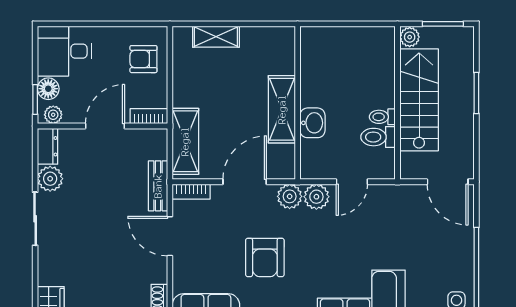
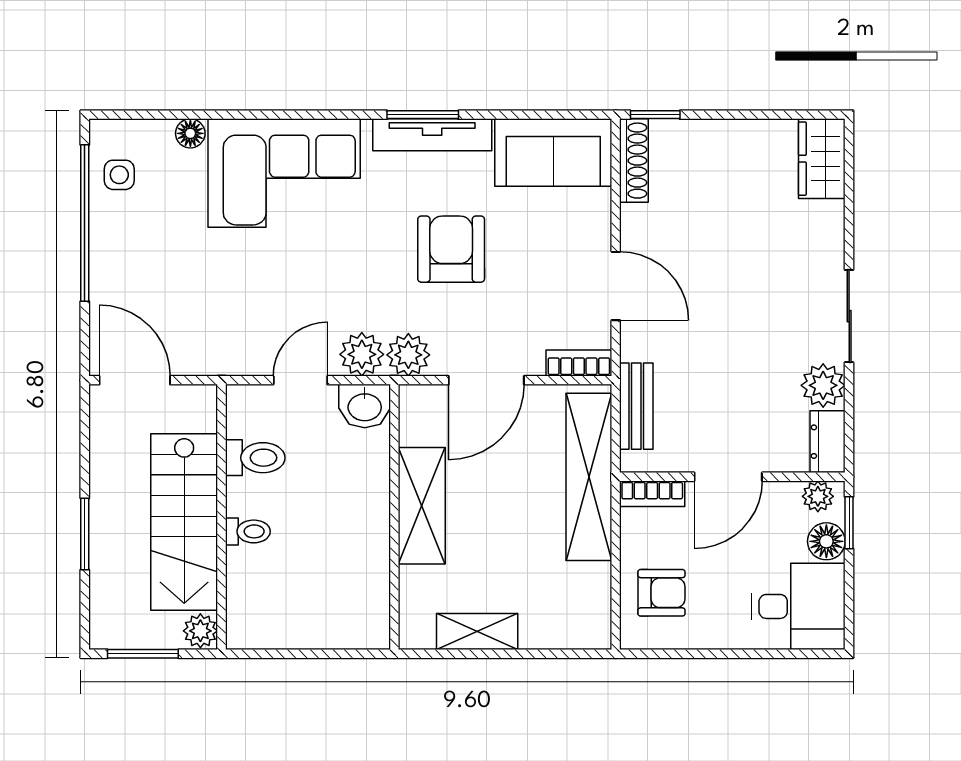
shelving: (216, 37) -> (477, 632), moved
toilet: (382, 117) -> (248, 531), moved
washbasin: (312, 123) -> (365, 406), moved, turned -90
shelving: (185, 141) -> (589, 477), width x1.47
bench: (158, 186) -> (636, 406), moved

